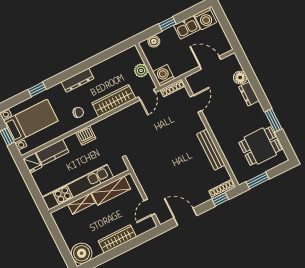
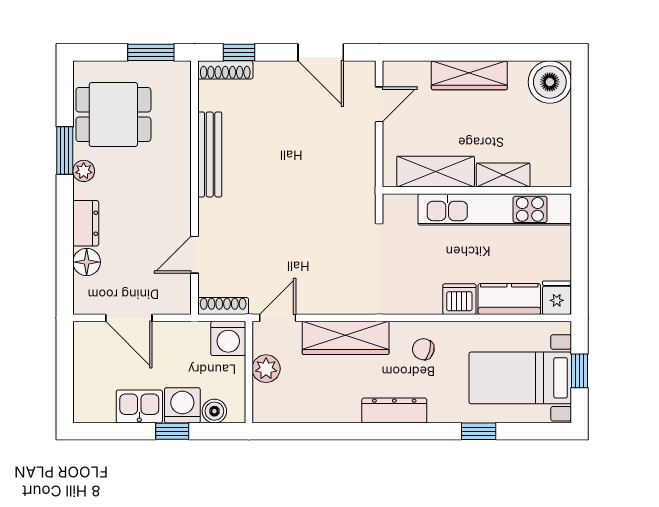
washing machine: (205, 19) -> (182, 405), moved
plant: (261, 116) -> (84, 171), added
dishwasher: (86, 135) -> (459, 299), moved

